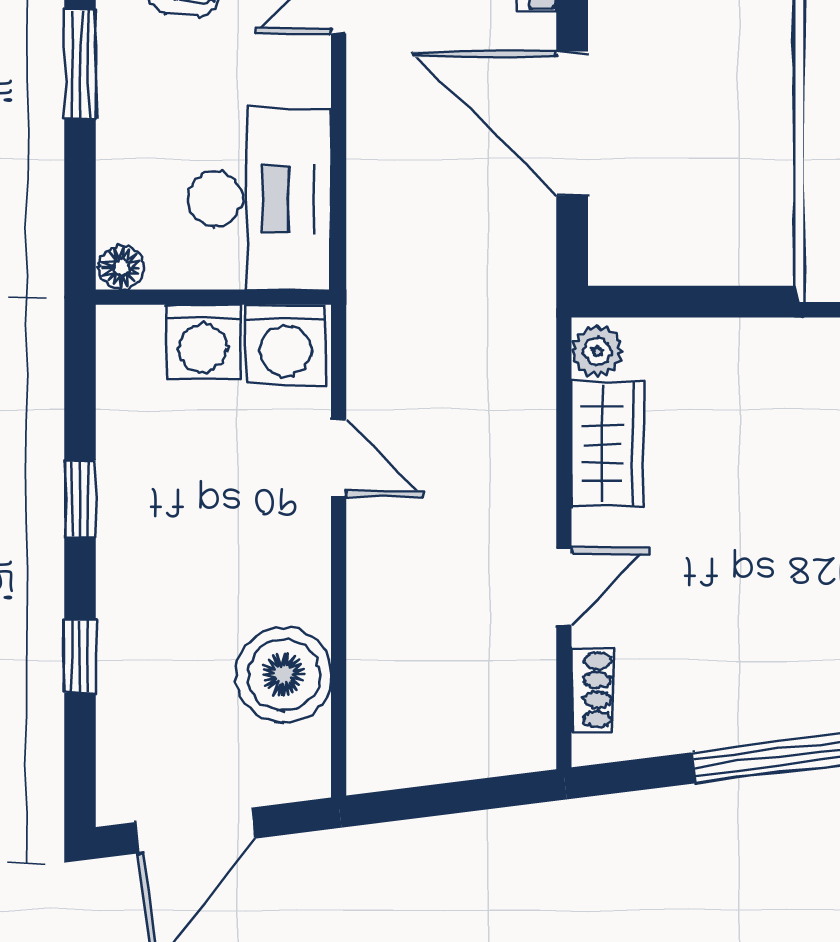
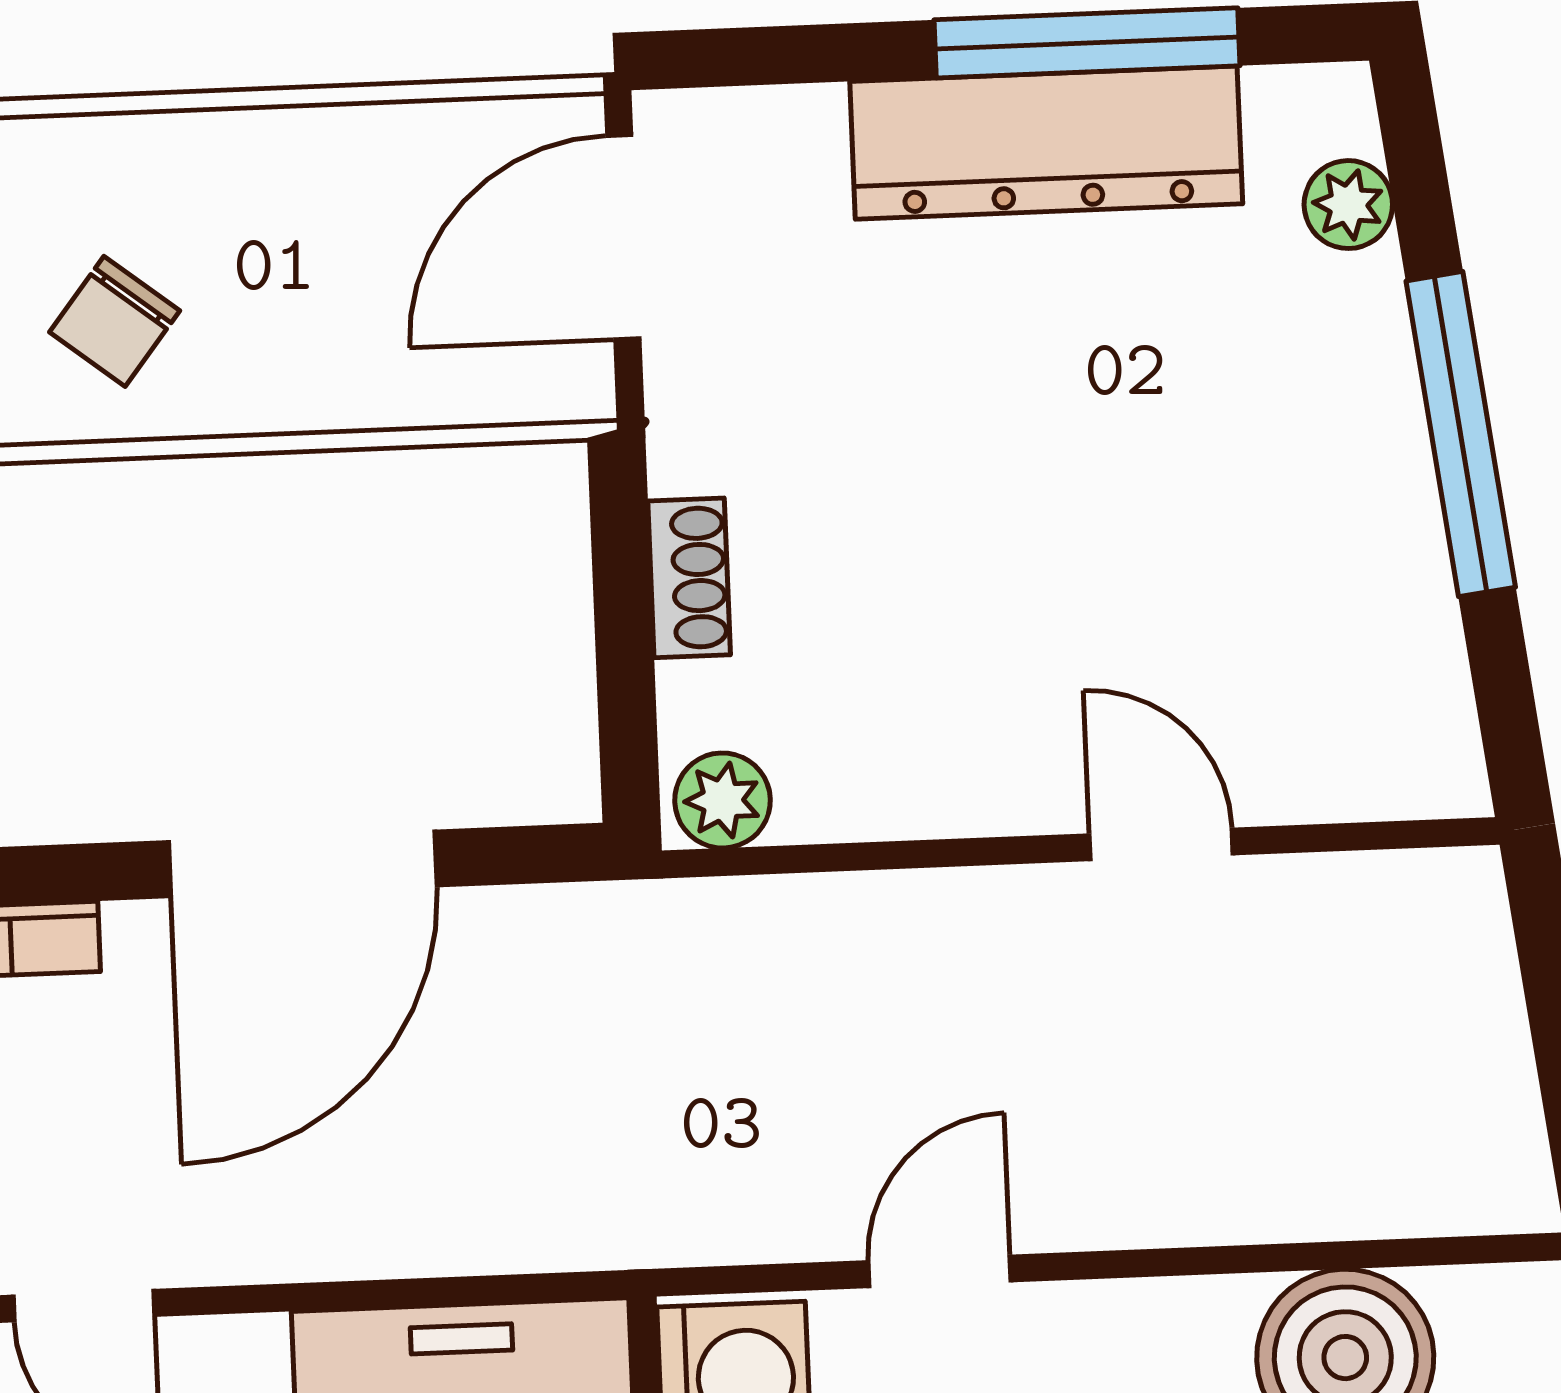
wardrobe: (608, 444) -> (894, 774), removed
shoe rack: (592, 690) -> (689, 578), moved, turned 90

